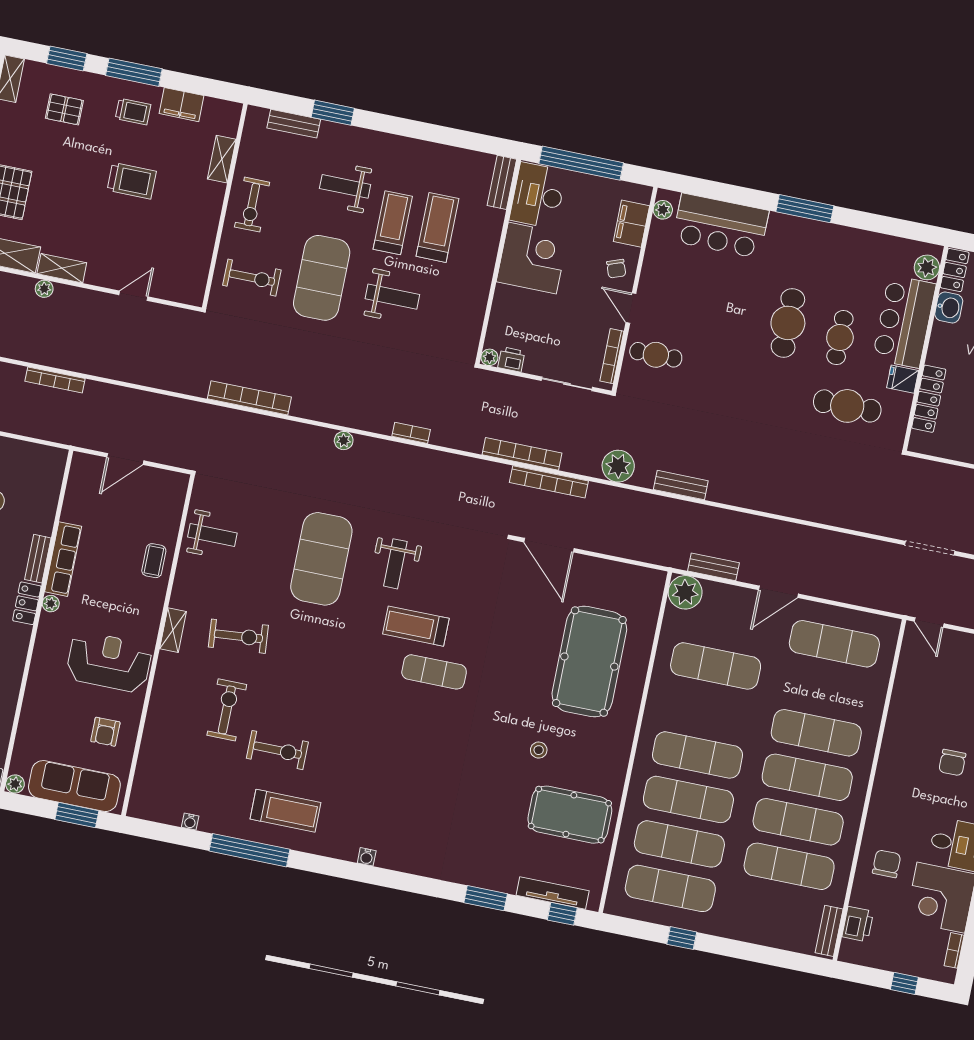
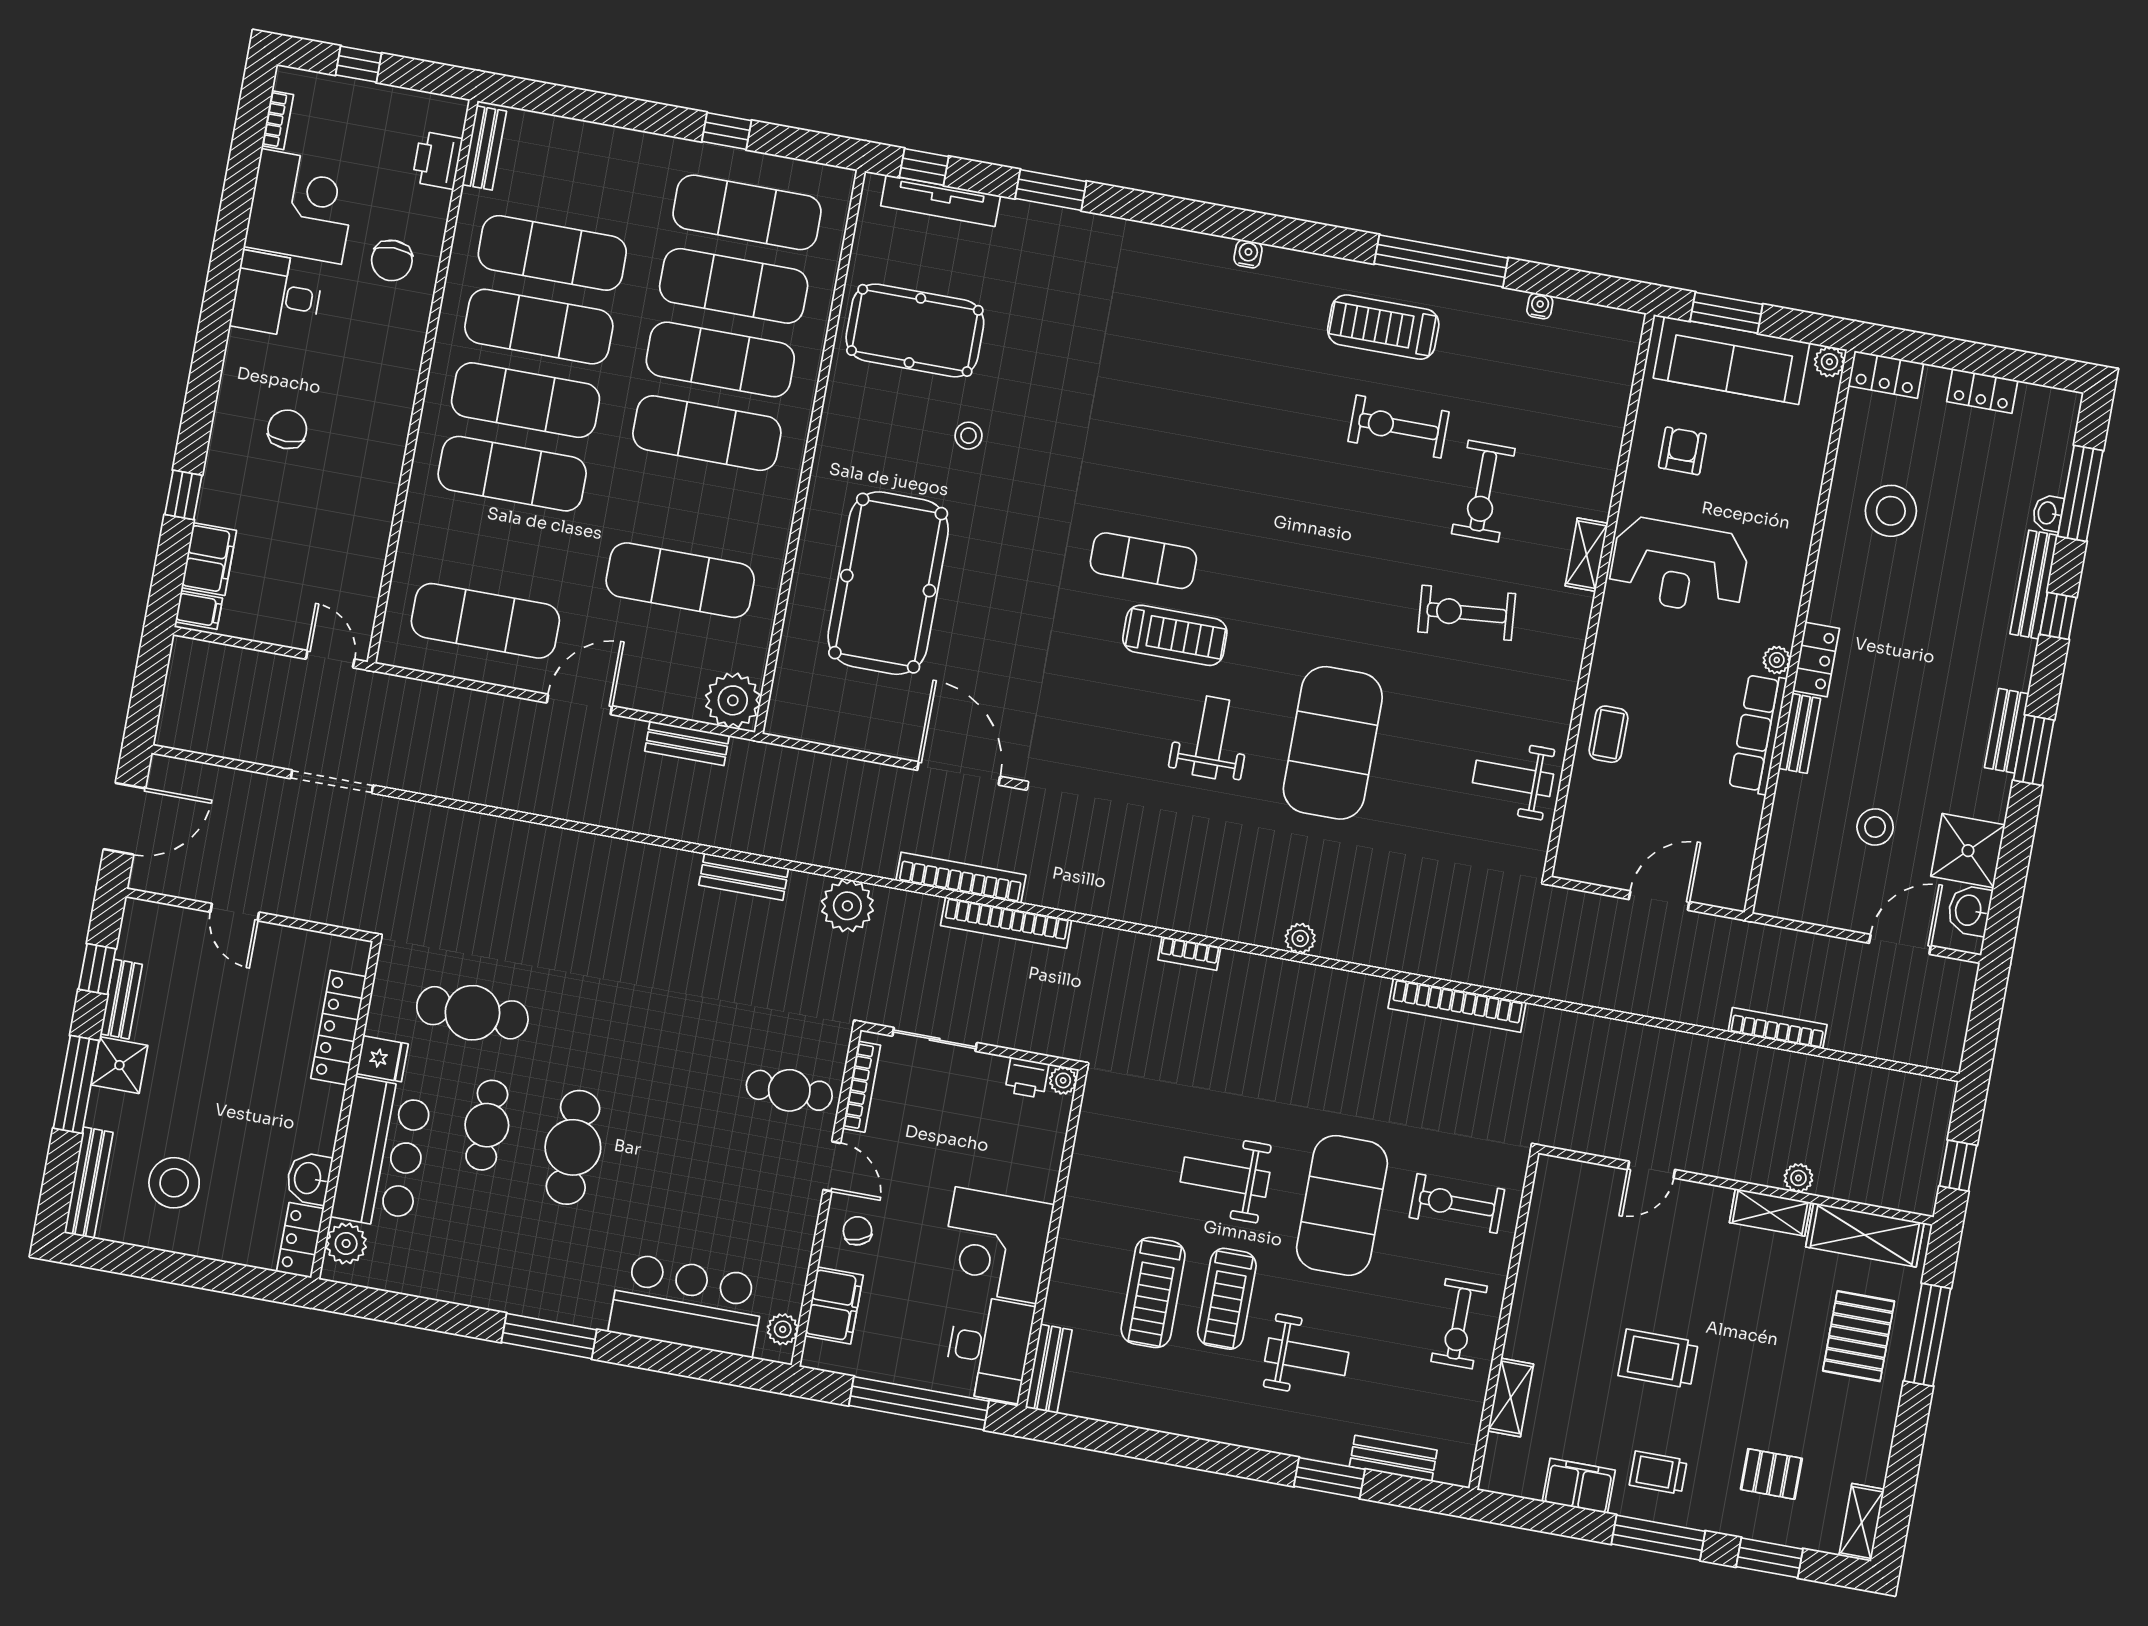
exercise bike: (252, 205) -> (1459, 1324), turned 180
shelving: (173, 630) -> (1587, 555), moved

